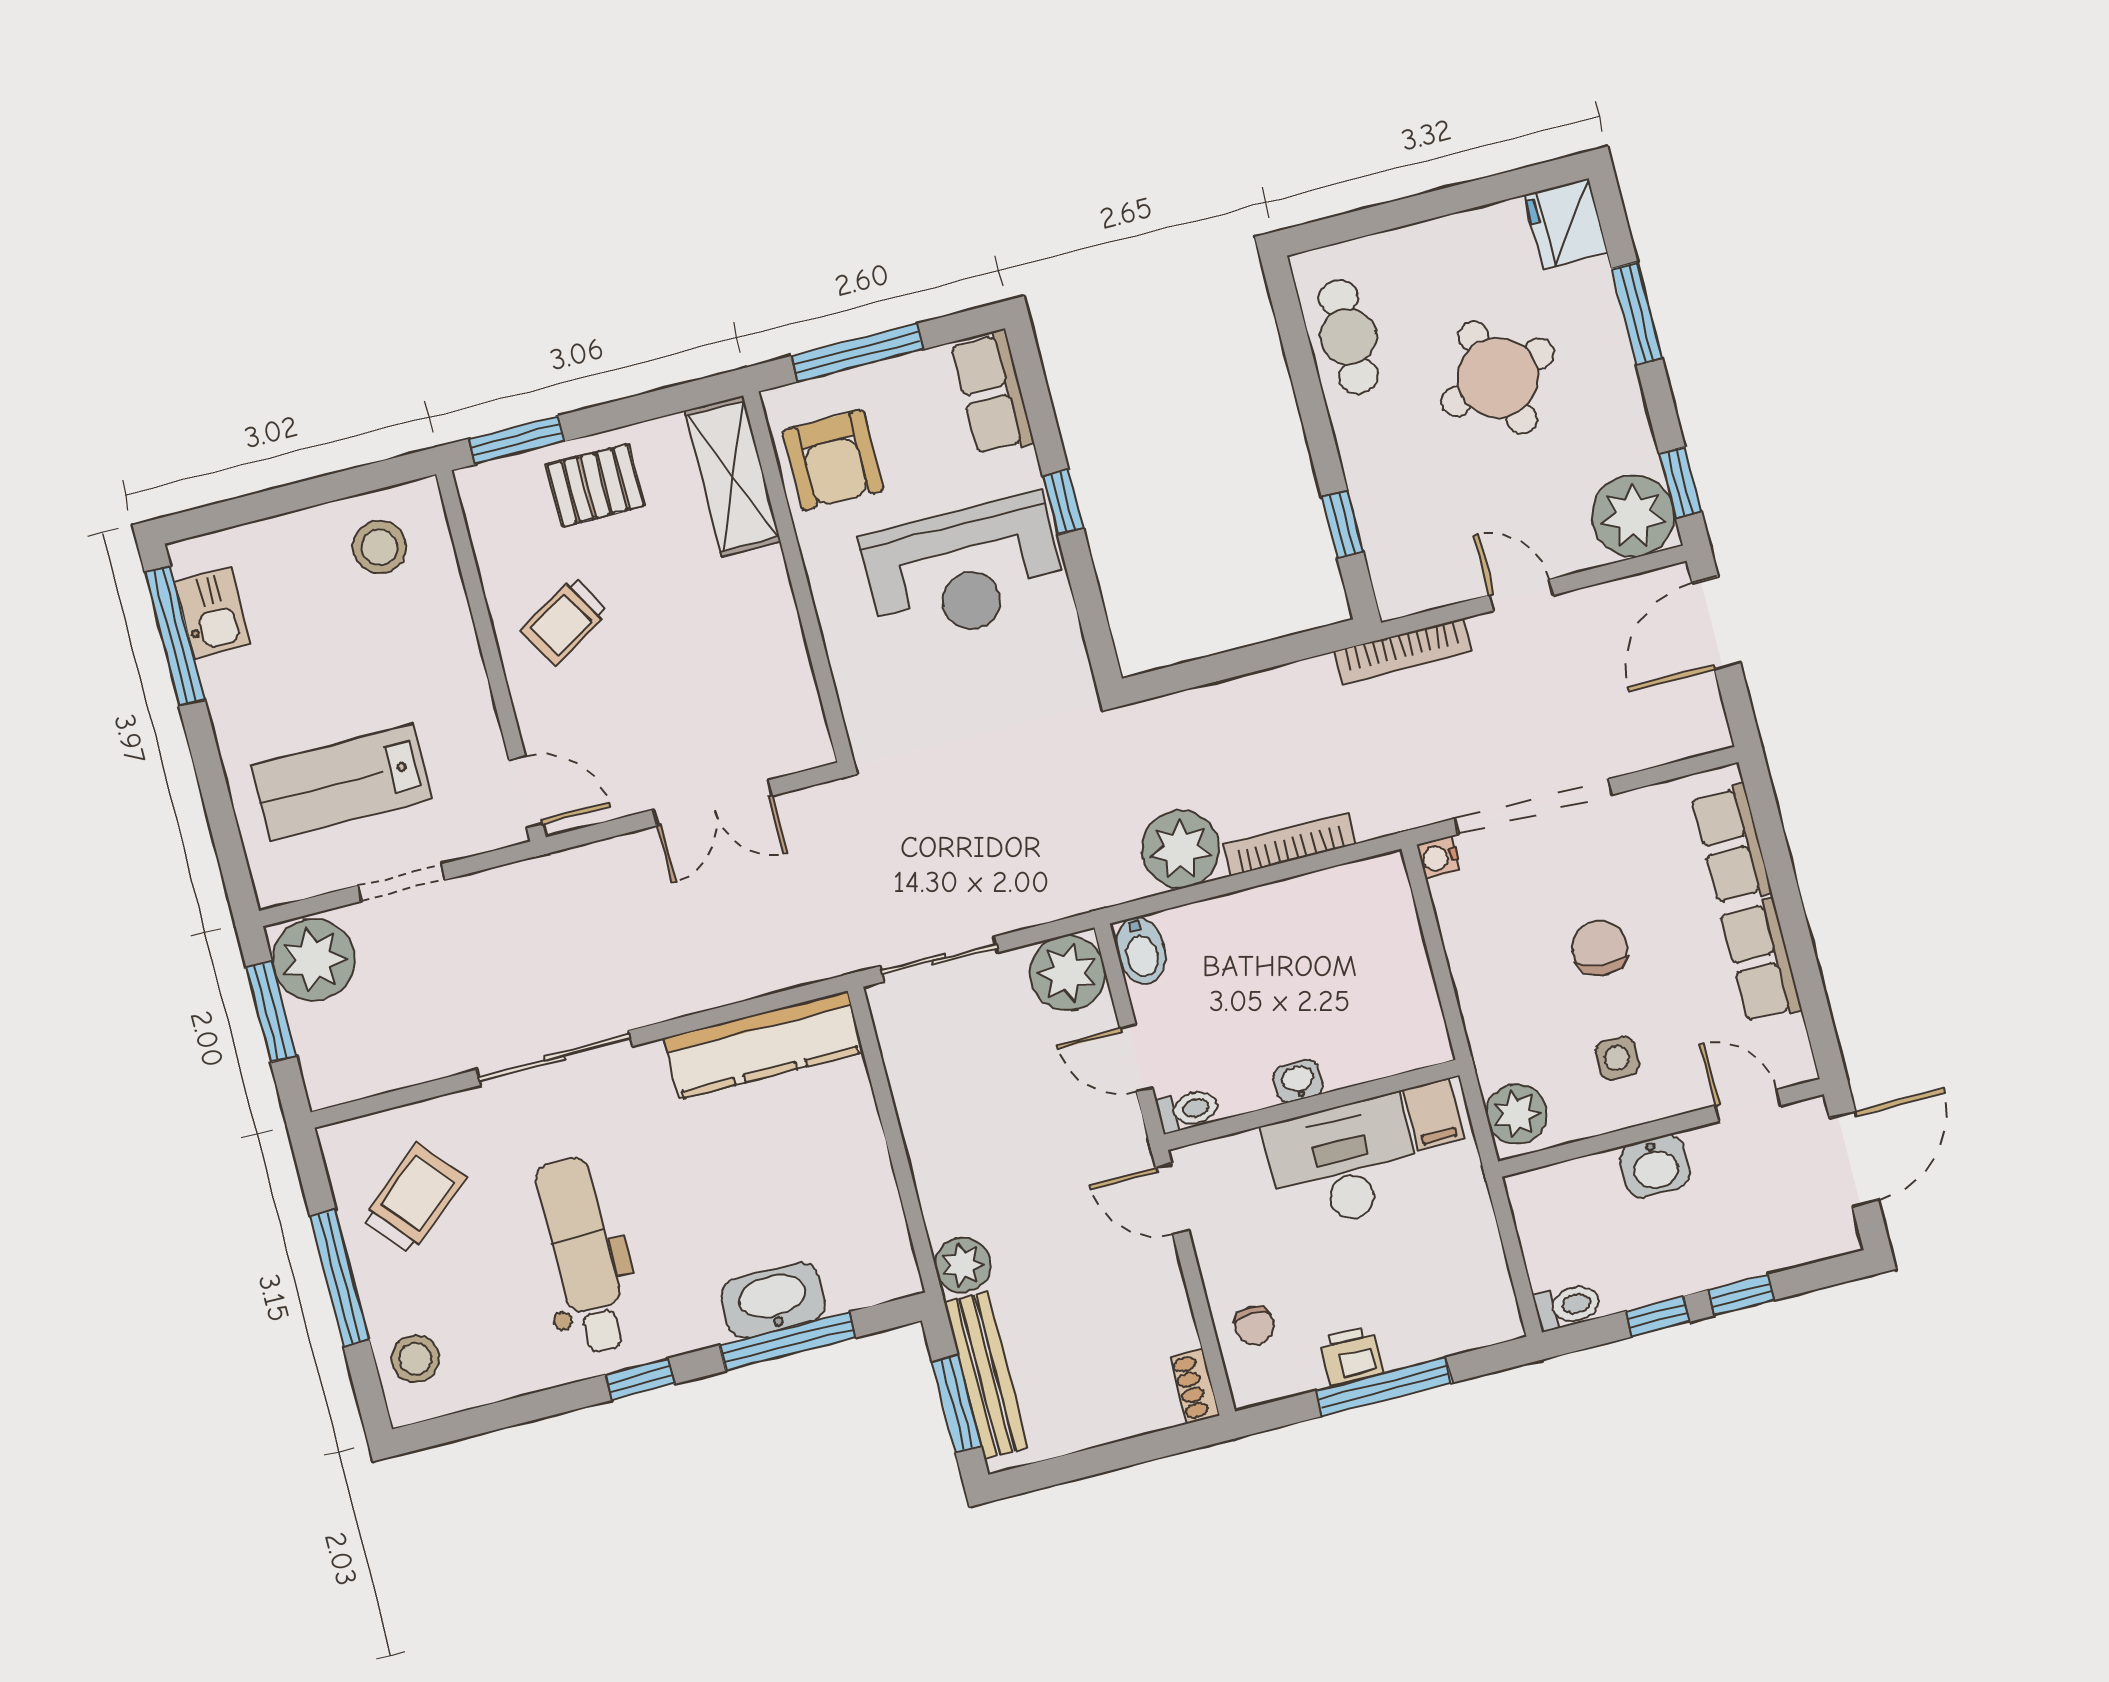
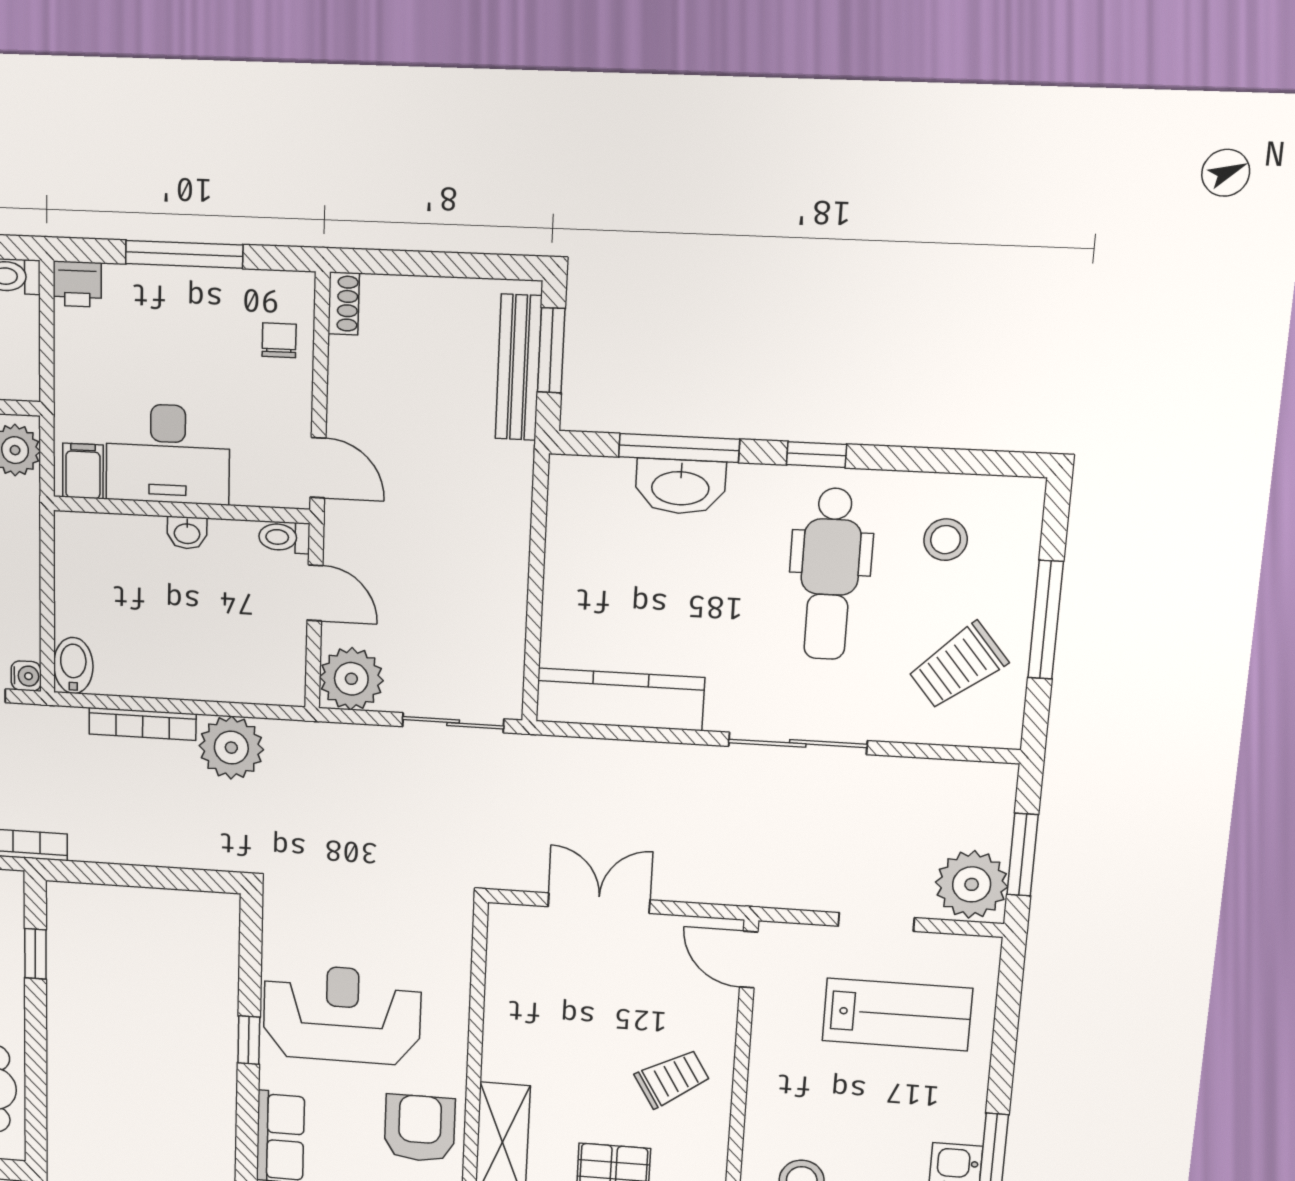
bidet: (1141, 951) -> (73, 665), moved
plant: (963, 1265) -> (510, 467), removed
printer: (1351, 1356) -> (77, 284), moved
stool: (415, 1359) -> (946, 540), moved

